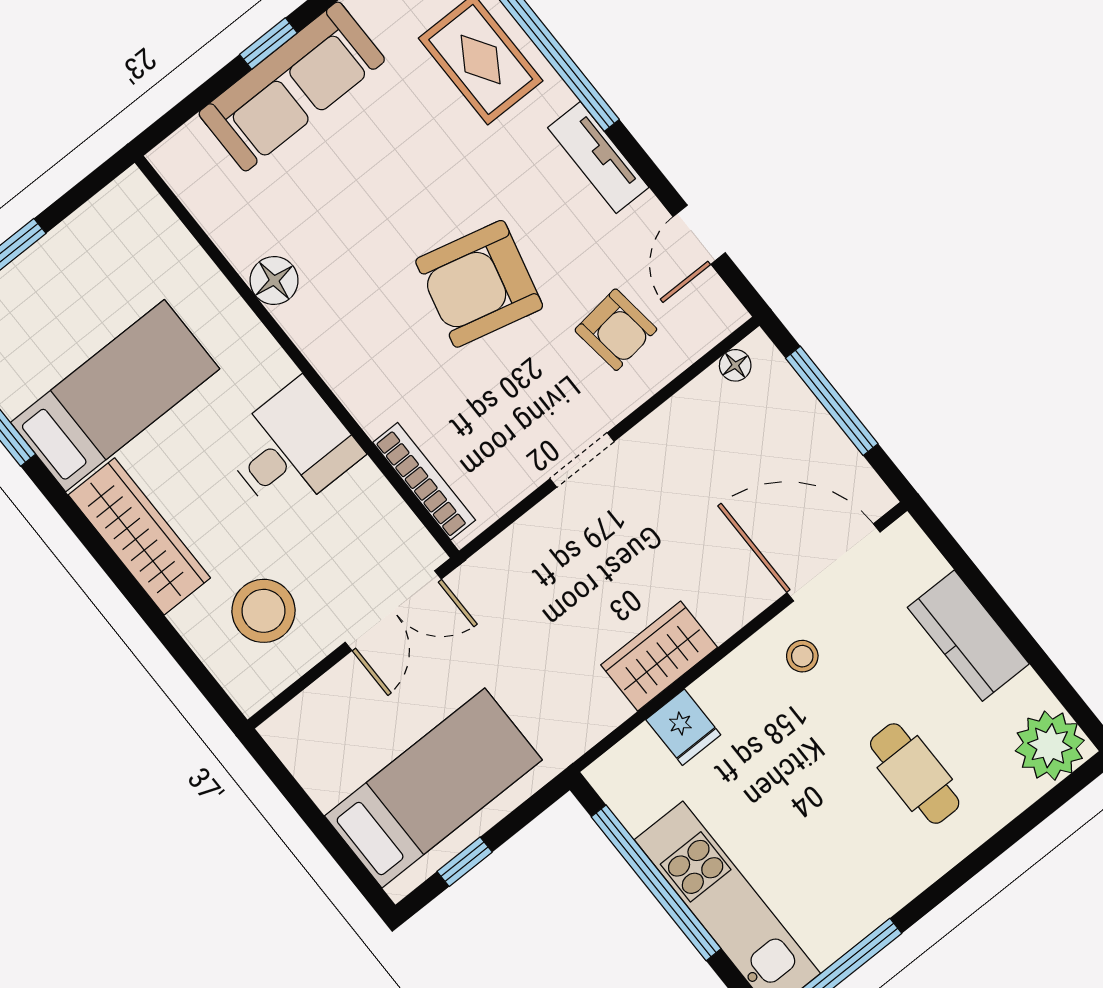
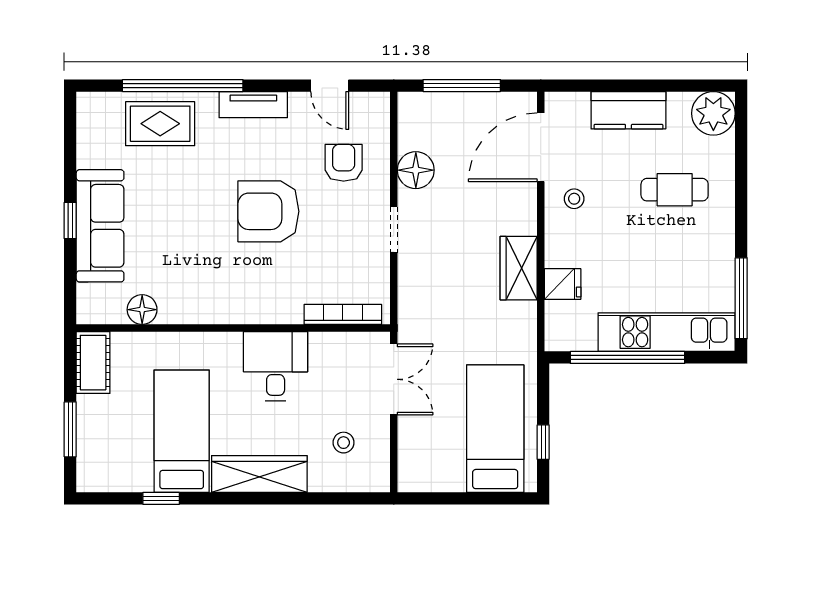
cot: (113, 215) -> (93, 363), added
floor lamp: (274, 280) -> (142, 310), moved
armchair: (479, 284) -> (268, 211), turned 76
armchair: (616, 330) -> (344, 163), turned -83
floor lamp: (735, 365) -> (416, 170), moved, width x1.89, depth x1.89
stool: (263, 611) -> (344, 443), width x0.53, depth x0.53

